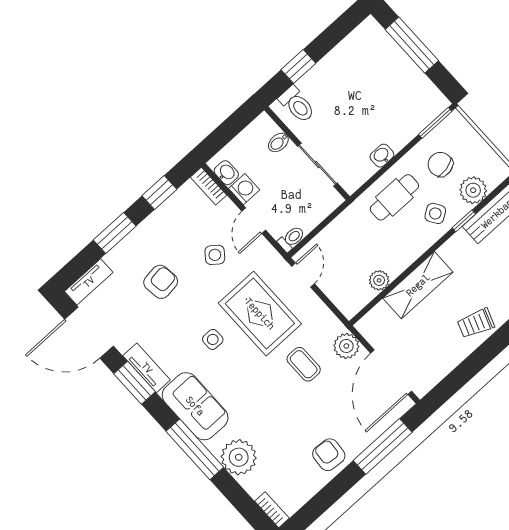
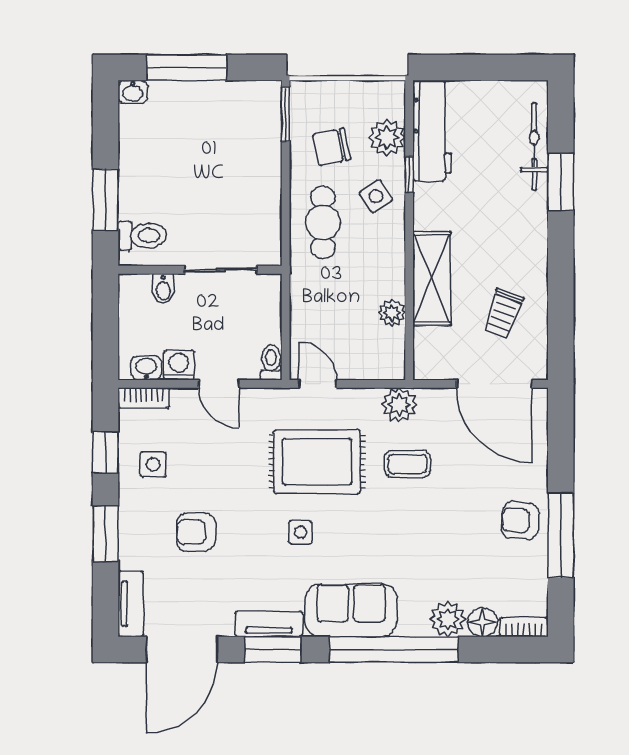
window: (298, 66) -> (106, 200), width x1.50
washbasin: (382, 156) -> (133, 92), moved, turned -90
side table: (215, 255) -> (153, 464), moved, turned -38
armchair: (161, 282) -> (196, 532), turned -83
trolley: (476, 323) -> (503, 314), moved
plant: (346, 346) -> (399, 405), moved
window: (383, 446) -> (561, 535), moved
window: (195, 449) -> (394, 649), width x1.46
plant: (239, 457) -> (448, 619), width x0.73, depth x0.73
floor lamp: (254, 485) -> (482, 622), added

